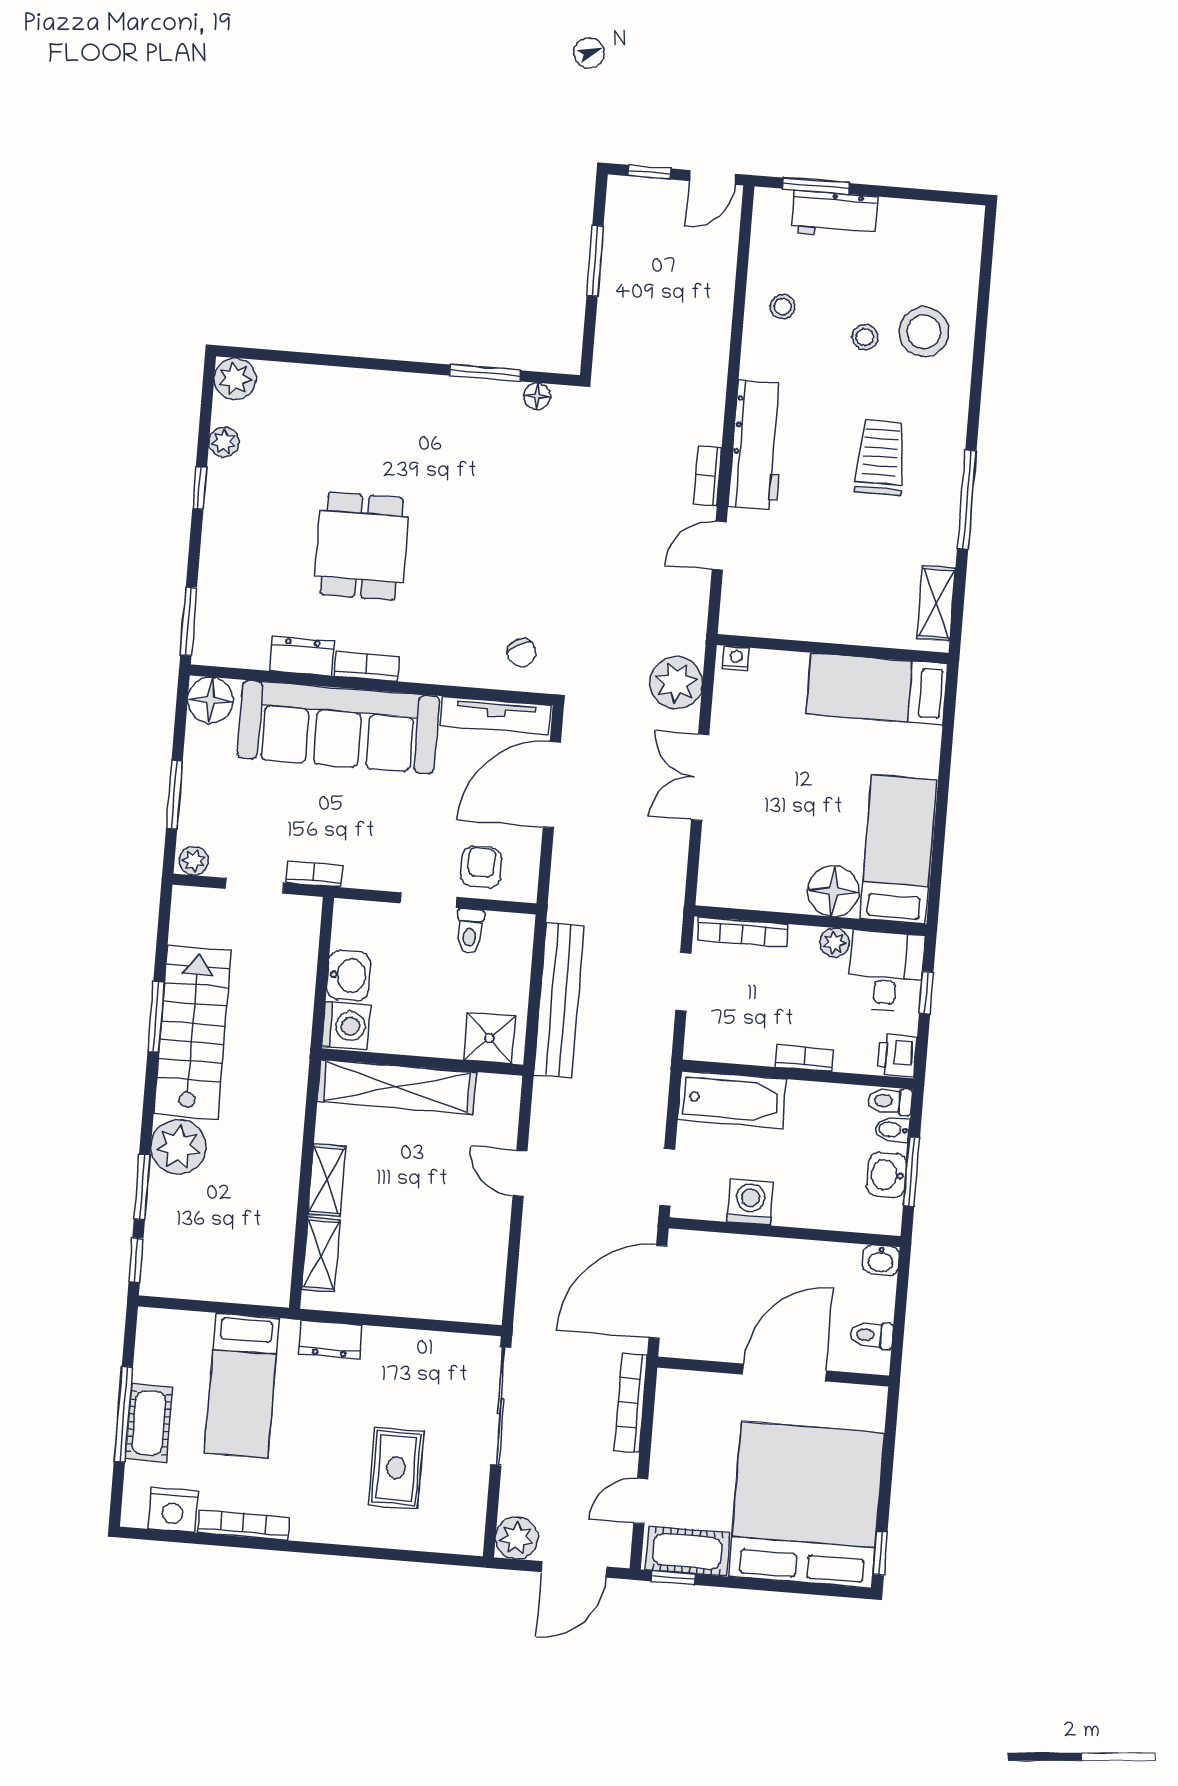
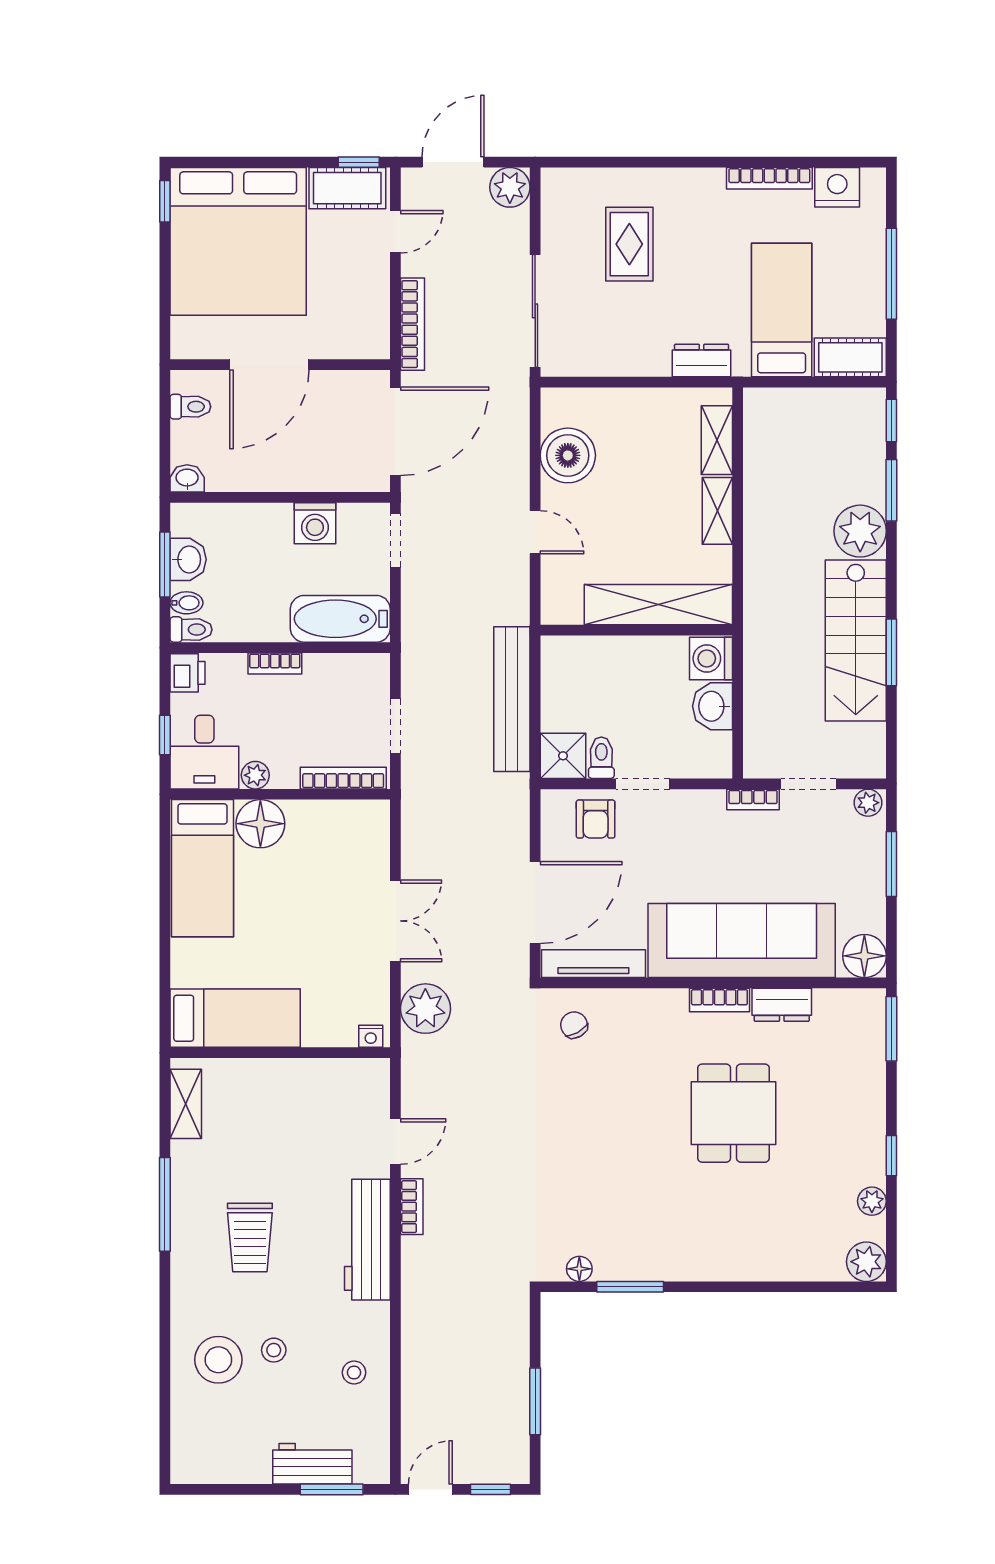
shower: (489, 1038) -> (563, 756), moved
boiler: (479, 1251) -> (568, 455), added
cot: (149, 1423) -> (850, 357), moved, turned 90

